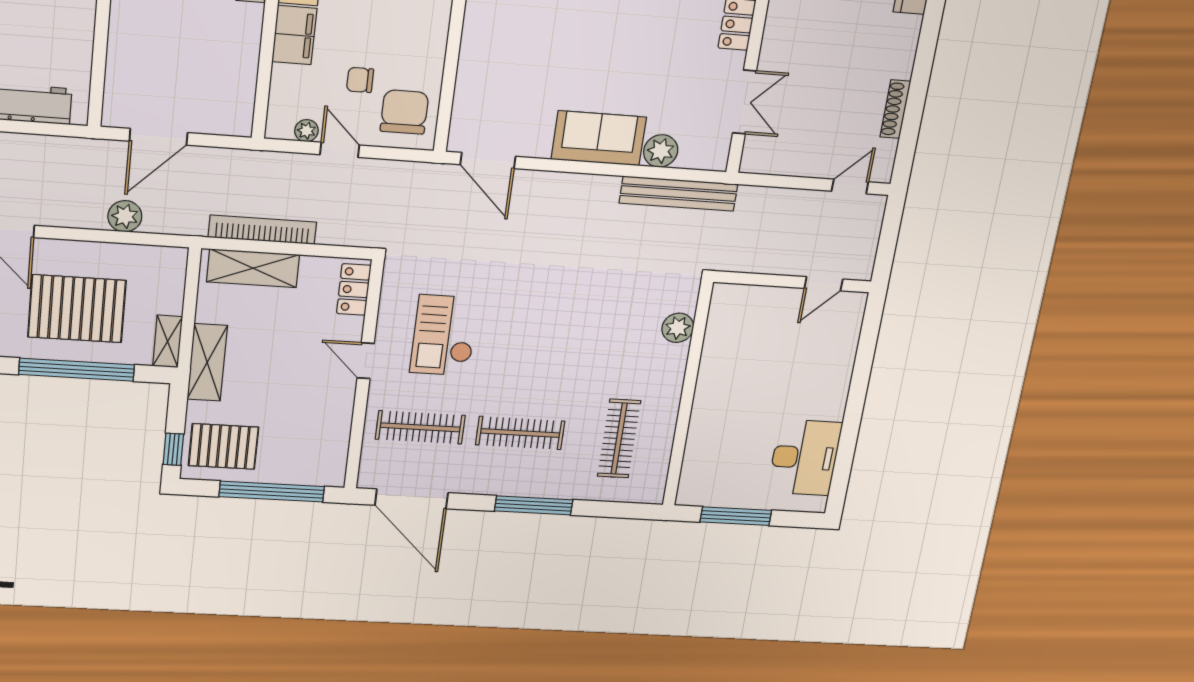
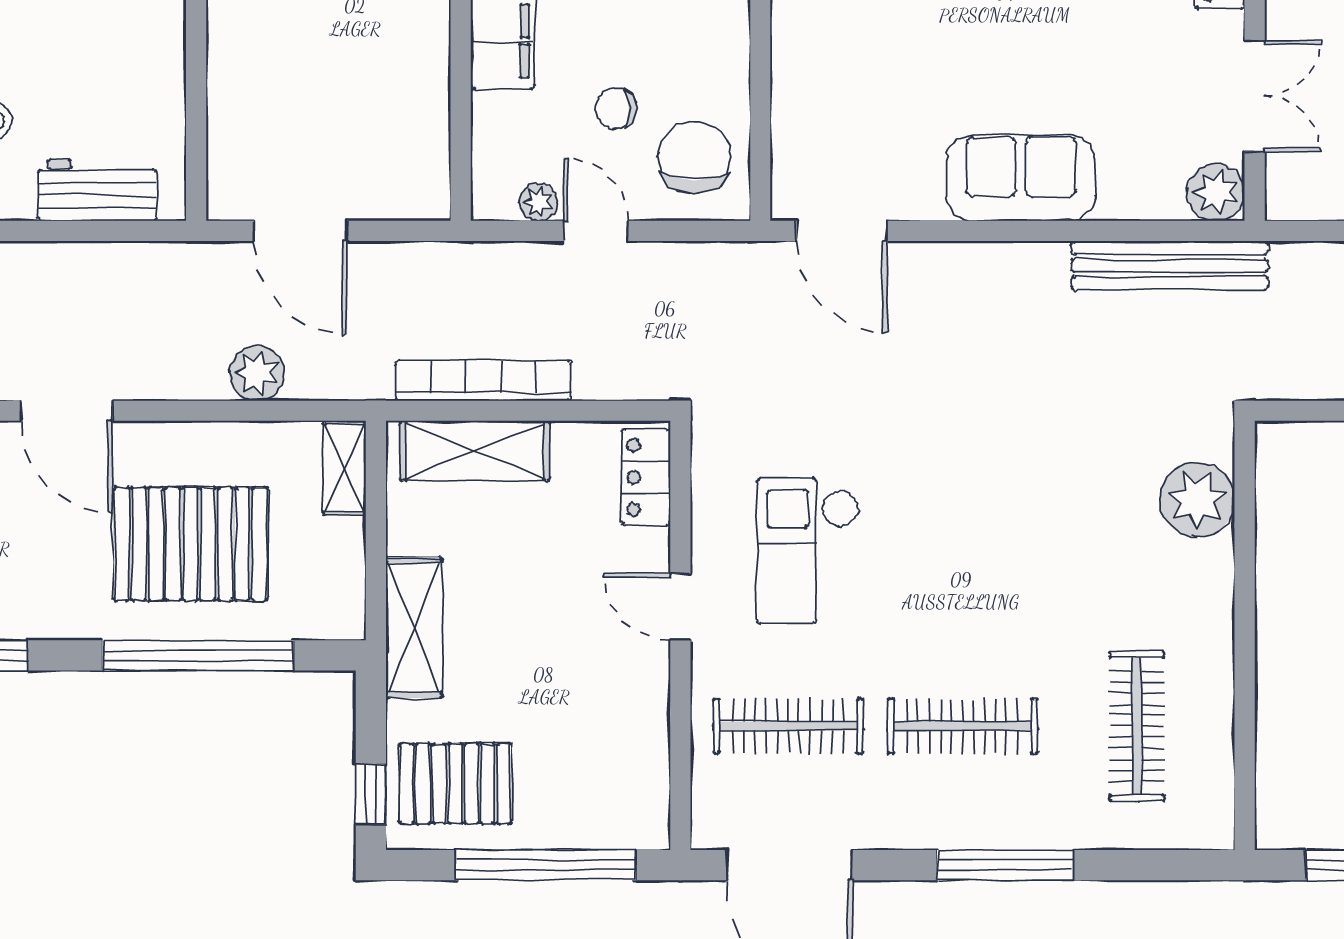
door: (158, 137) -> (300, 231), hinge flipped
plant: (661, 151) -> (1216, 192), moved
plant: (678, 328) -> (1197, 500), width x1.36, depth x1.36
shelving: (168, 341) -> (345, 468), moved

